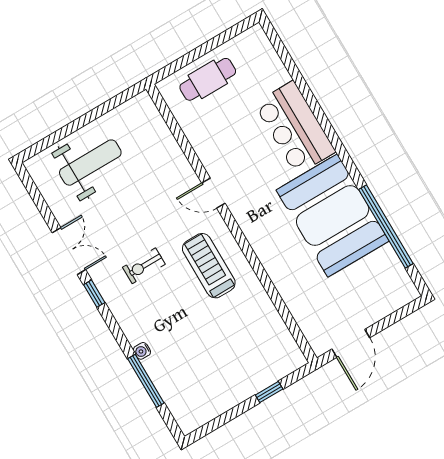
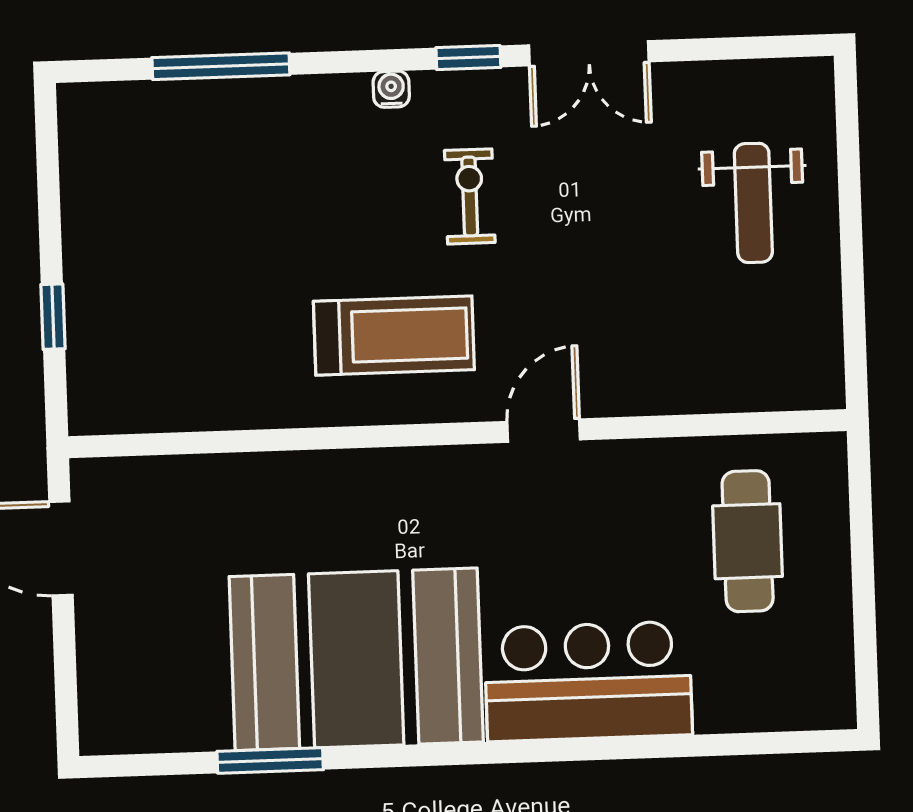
cafe table: (208, 79) -> (748, 541), moved
weight bench: (90, 163) -> (753, 203), width x0.73, depth x0.75
window: (386, 226) -> (270, 760), width x0.47
water cooler: (142, 351) -> (391, 89), moved

